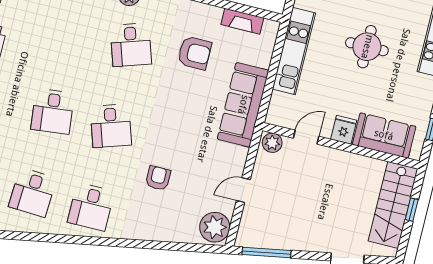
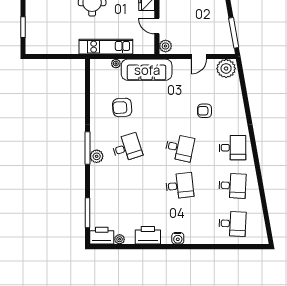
fireplace: (242, 21) -> (95, 83), removed
armchair: (194, 53) -> (122, 107), turned -94
plant: (264, 60) -> (116, 64), added
desk: (111, 126) -> (180, 148), turned 30
door: (243, 190) -> (199, 57), hinge flipped

